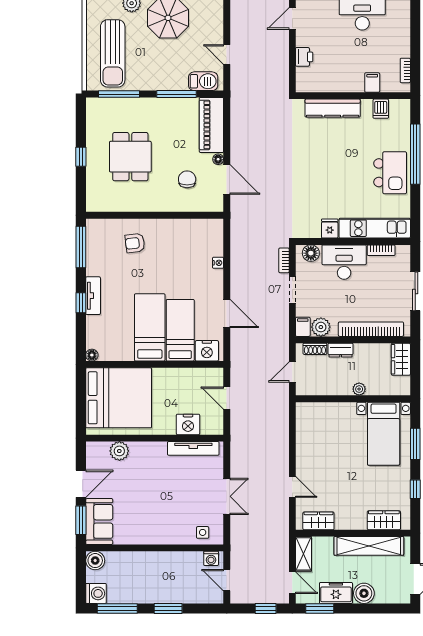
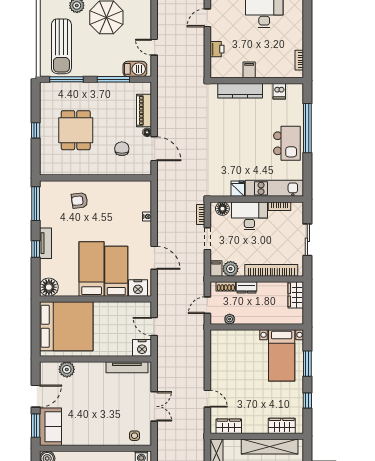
filing cabinet: (372, 83) -> (249, 70), moved
piano: (211, 125) -> (144, 110), width x0.73, depth x0.75
floor lamp: (92, 355) -> (49, 287), width x1.89, depth x1.89
plant: (359, 389) -> (230, 319), moved
nightstand: (188, 424) -> (142, 348), moved

